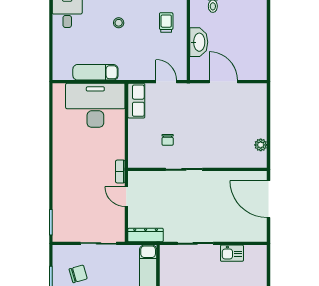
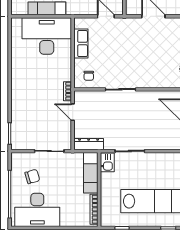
row of seats: (136, 101) -> (81, 44), moved
chair: (168, 140) -> (89, 76), moved
kitchen sink: (232, 253) -> (107, 162), moved, turned -90

